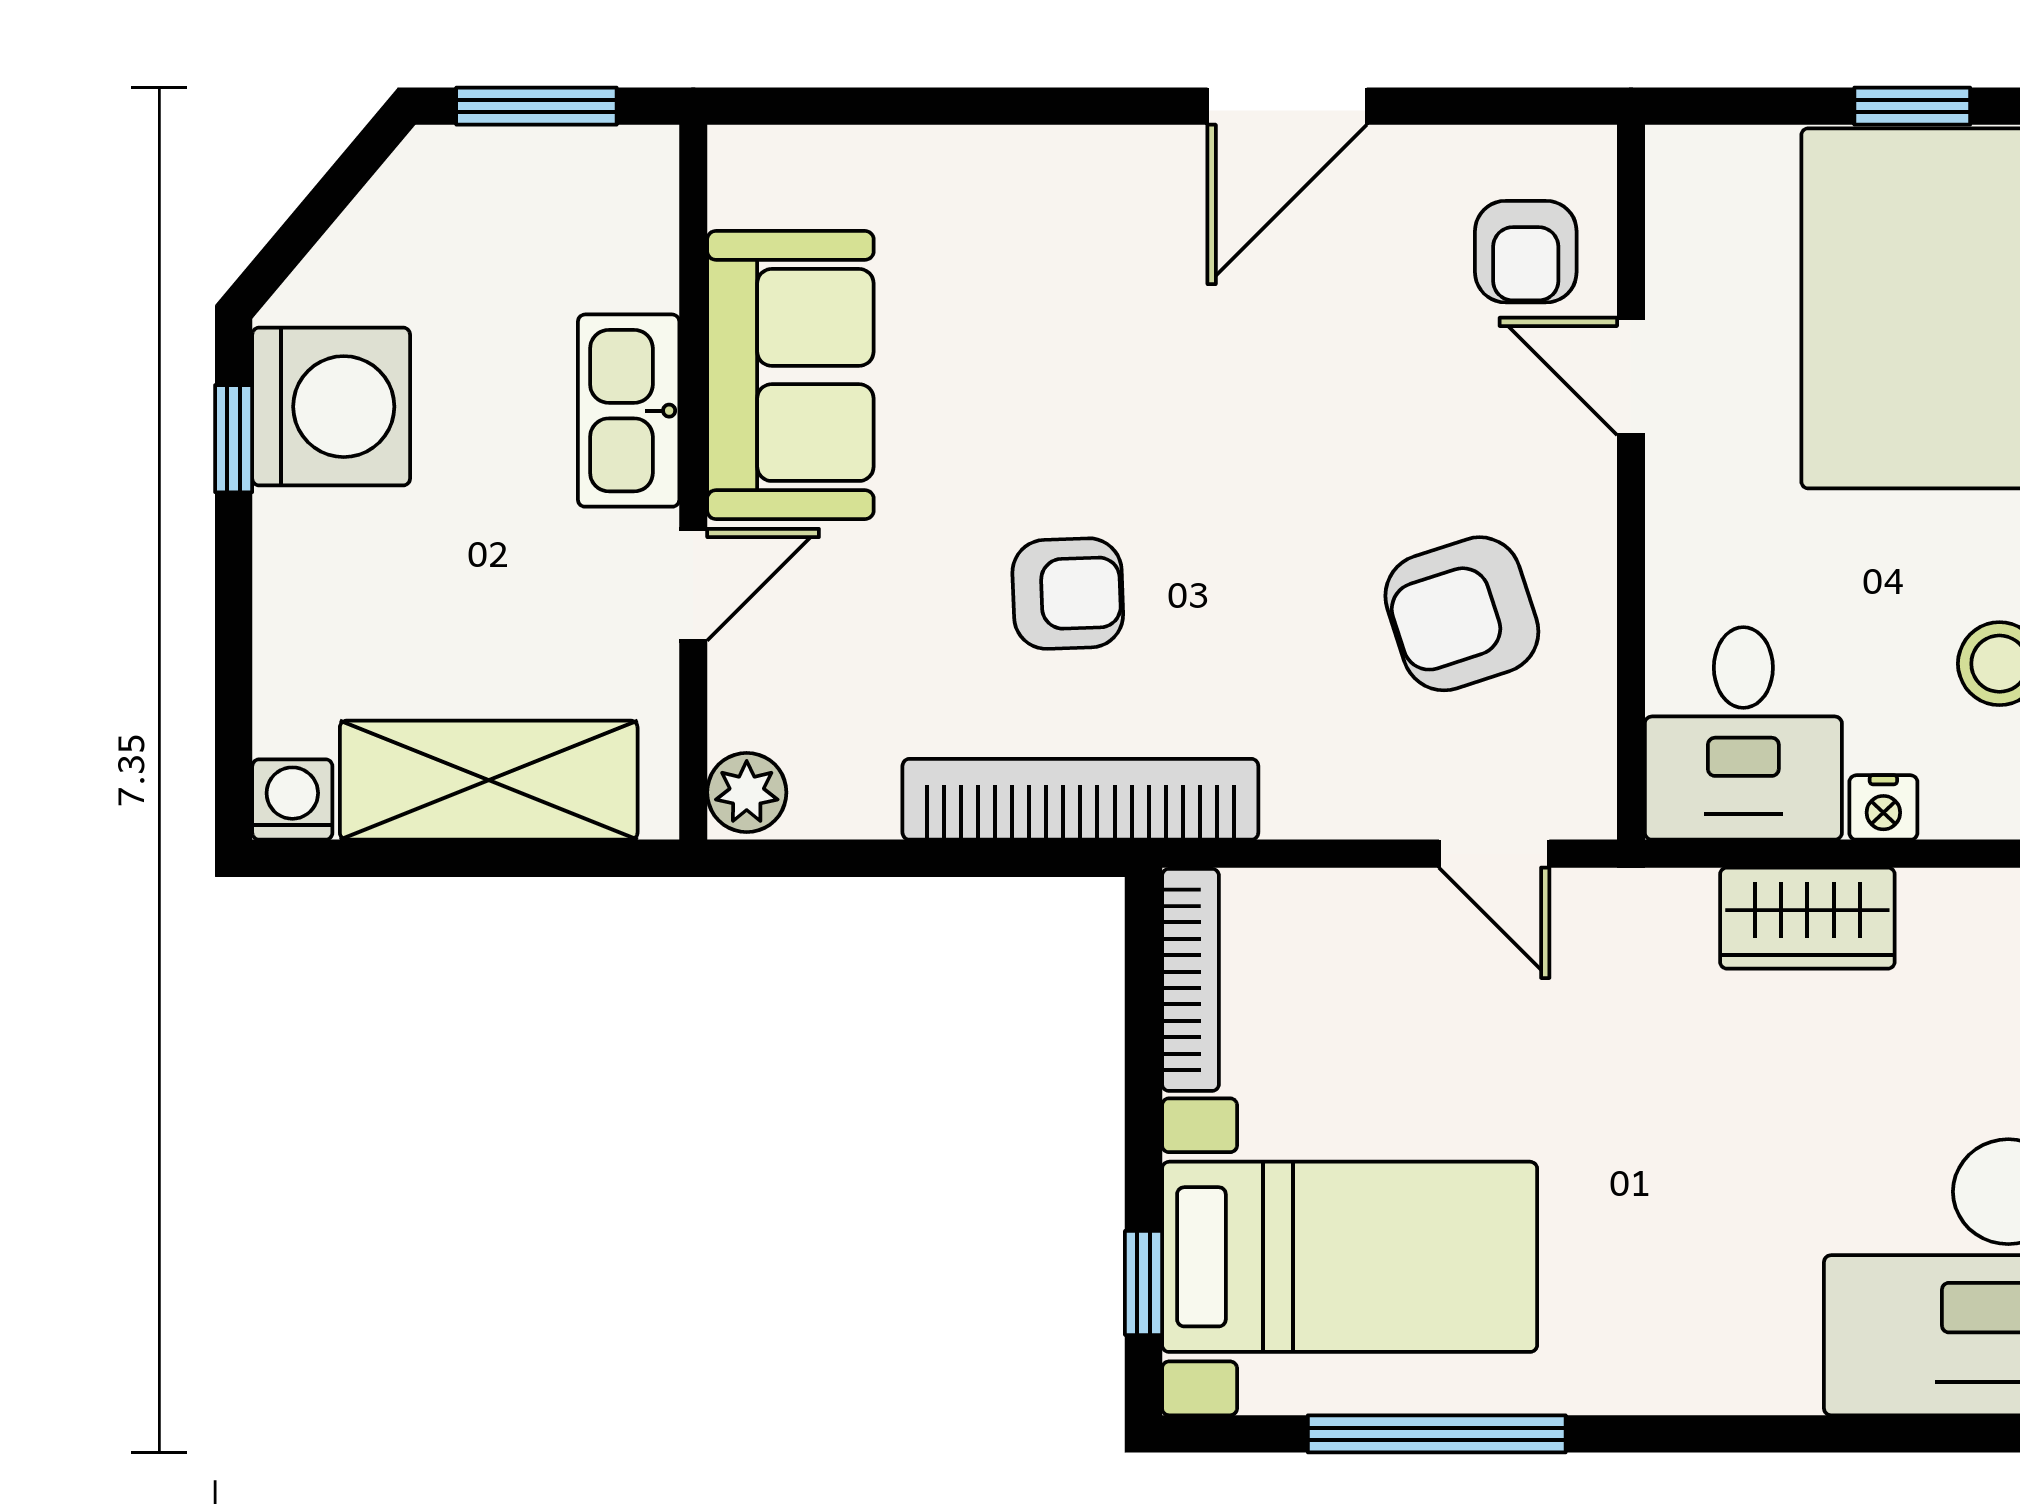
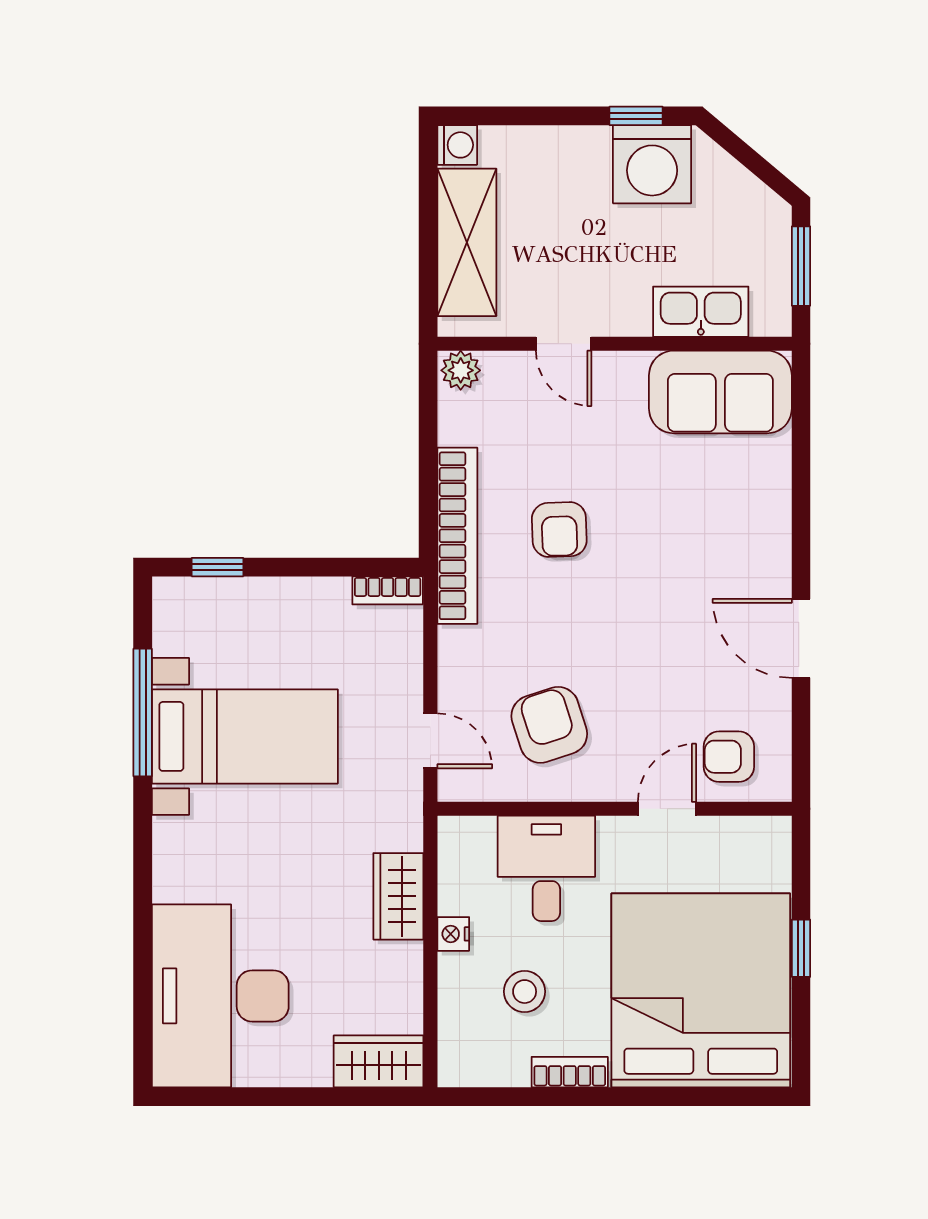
sofa: (790, 375) -> (720, 392), moved
kitchen sink: (629, 411) -> (701, 312), moved
desk: (1743, 733) -> (546, 868), moved, turned 90
door: (1494, 854) -> (430, 741), swing flipped
bookcase: (1190, 980) -> (388, 590), width x0.64
bed with nightstands: (1350, 1257) -> (245, 736), moved, turned -90

